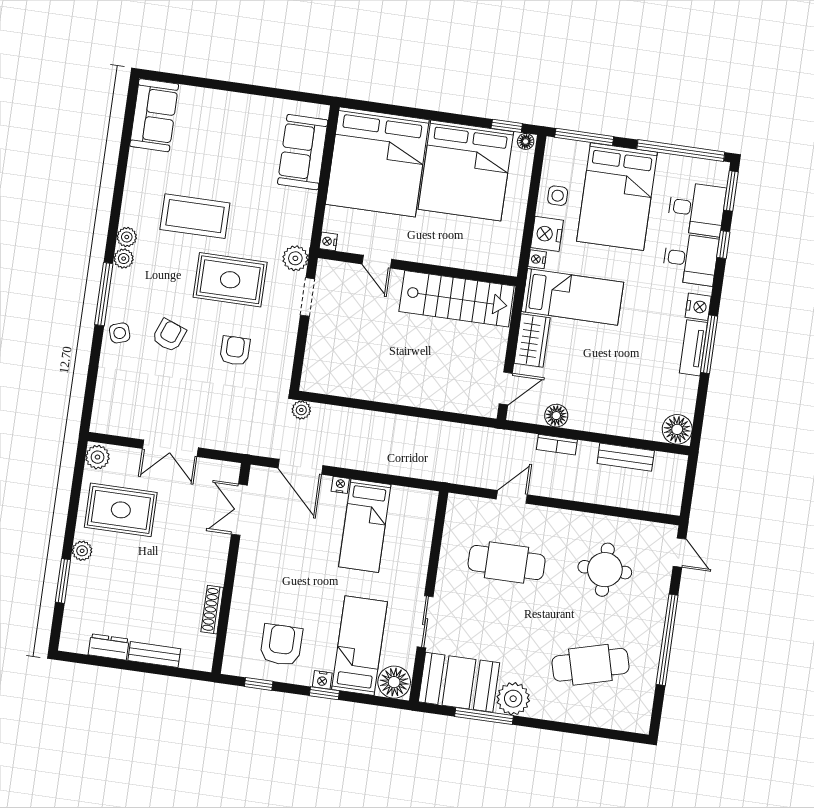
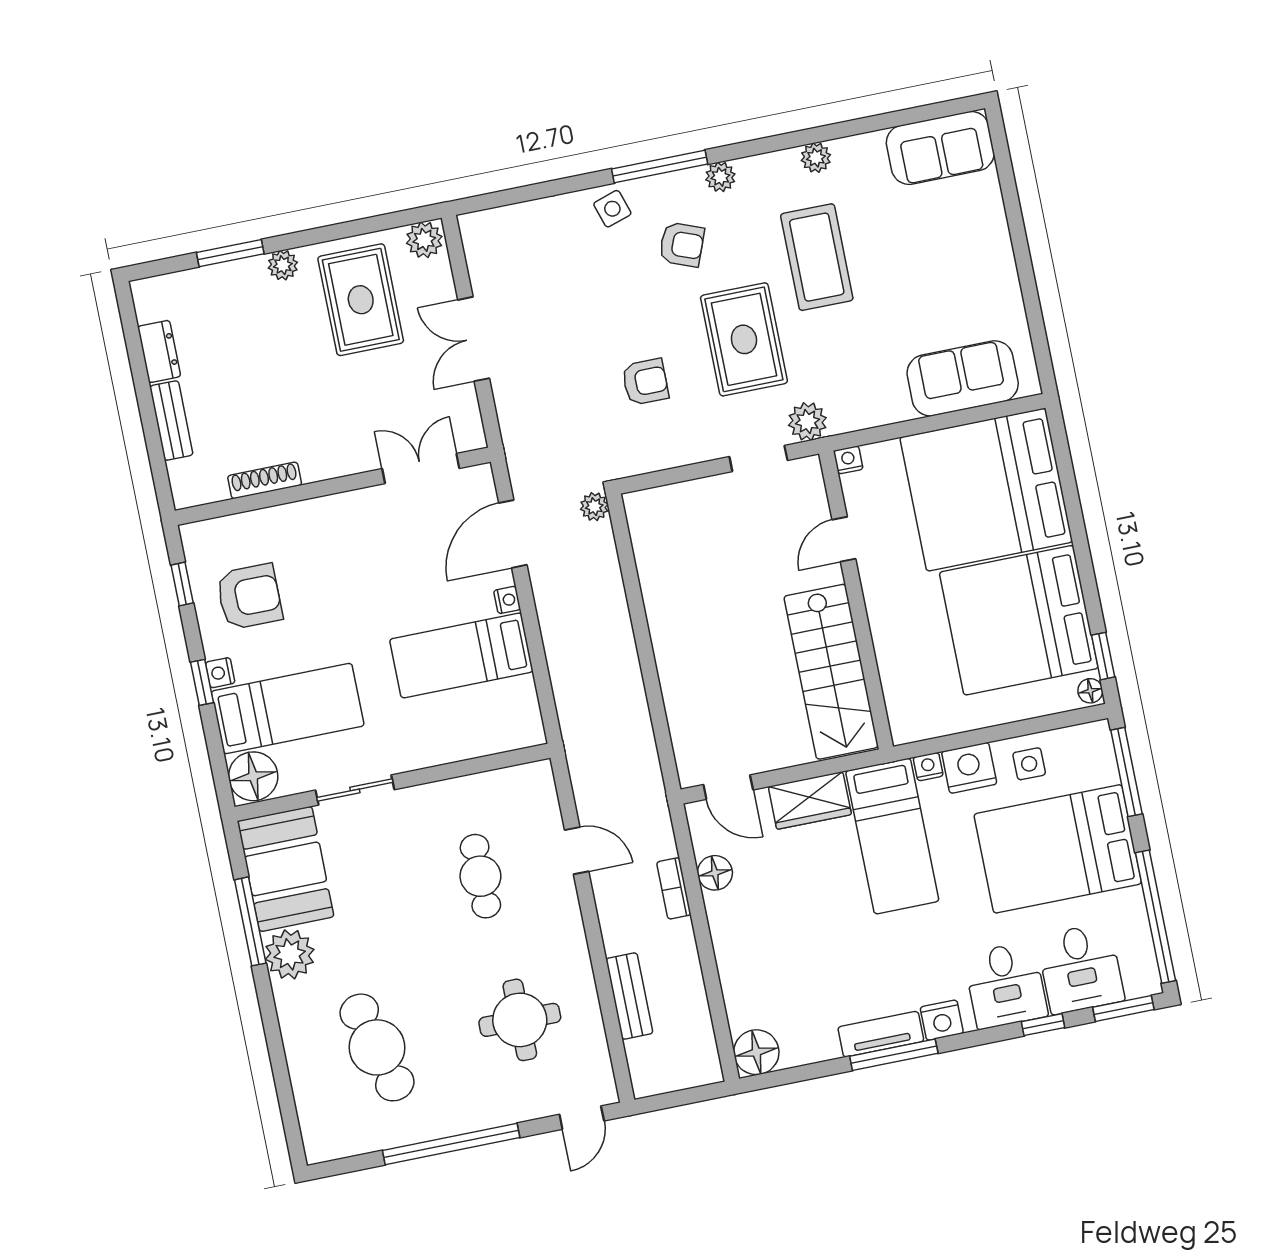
plant: (127, 237) -> (816, 158), moved
armchair: (169, 335) -> (682, 244), moved
bench: (626, 457) -> (629, 996), moved
cafe table: (507, 562) -> (480, 876), width x0.73, depth x0.74

